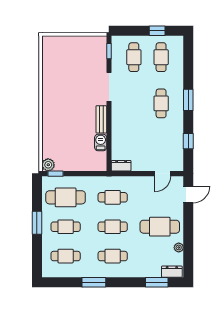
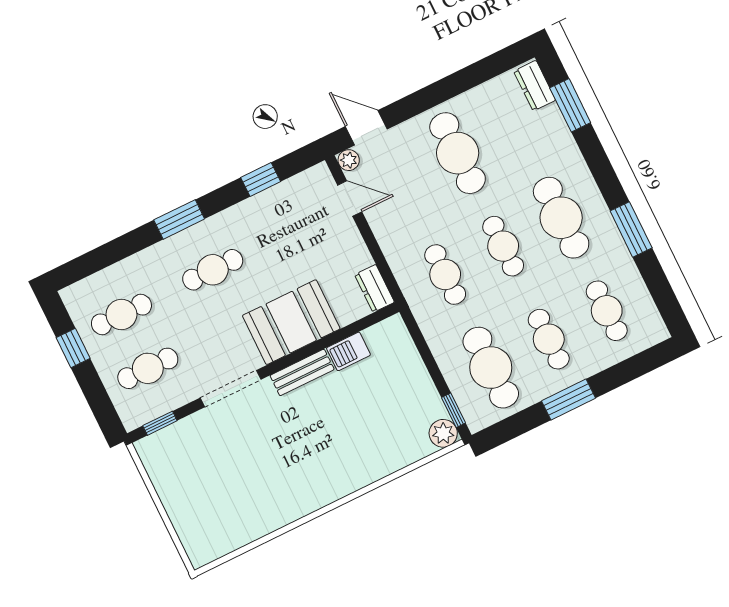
booth: (124, 125) -> (291, 322), added
plant: (179, 247) -> (349, 160), moved
cafe table: (113, 256) -> (561, 218), width x1.37, depth x1.35

